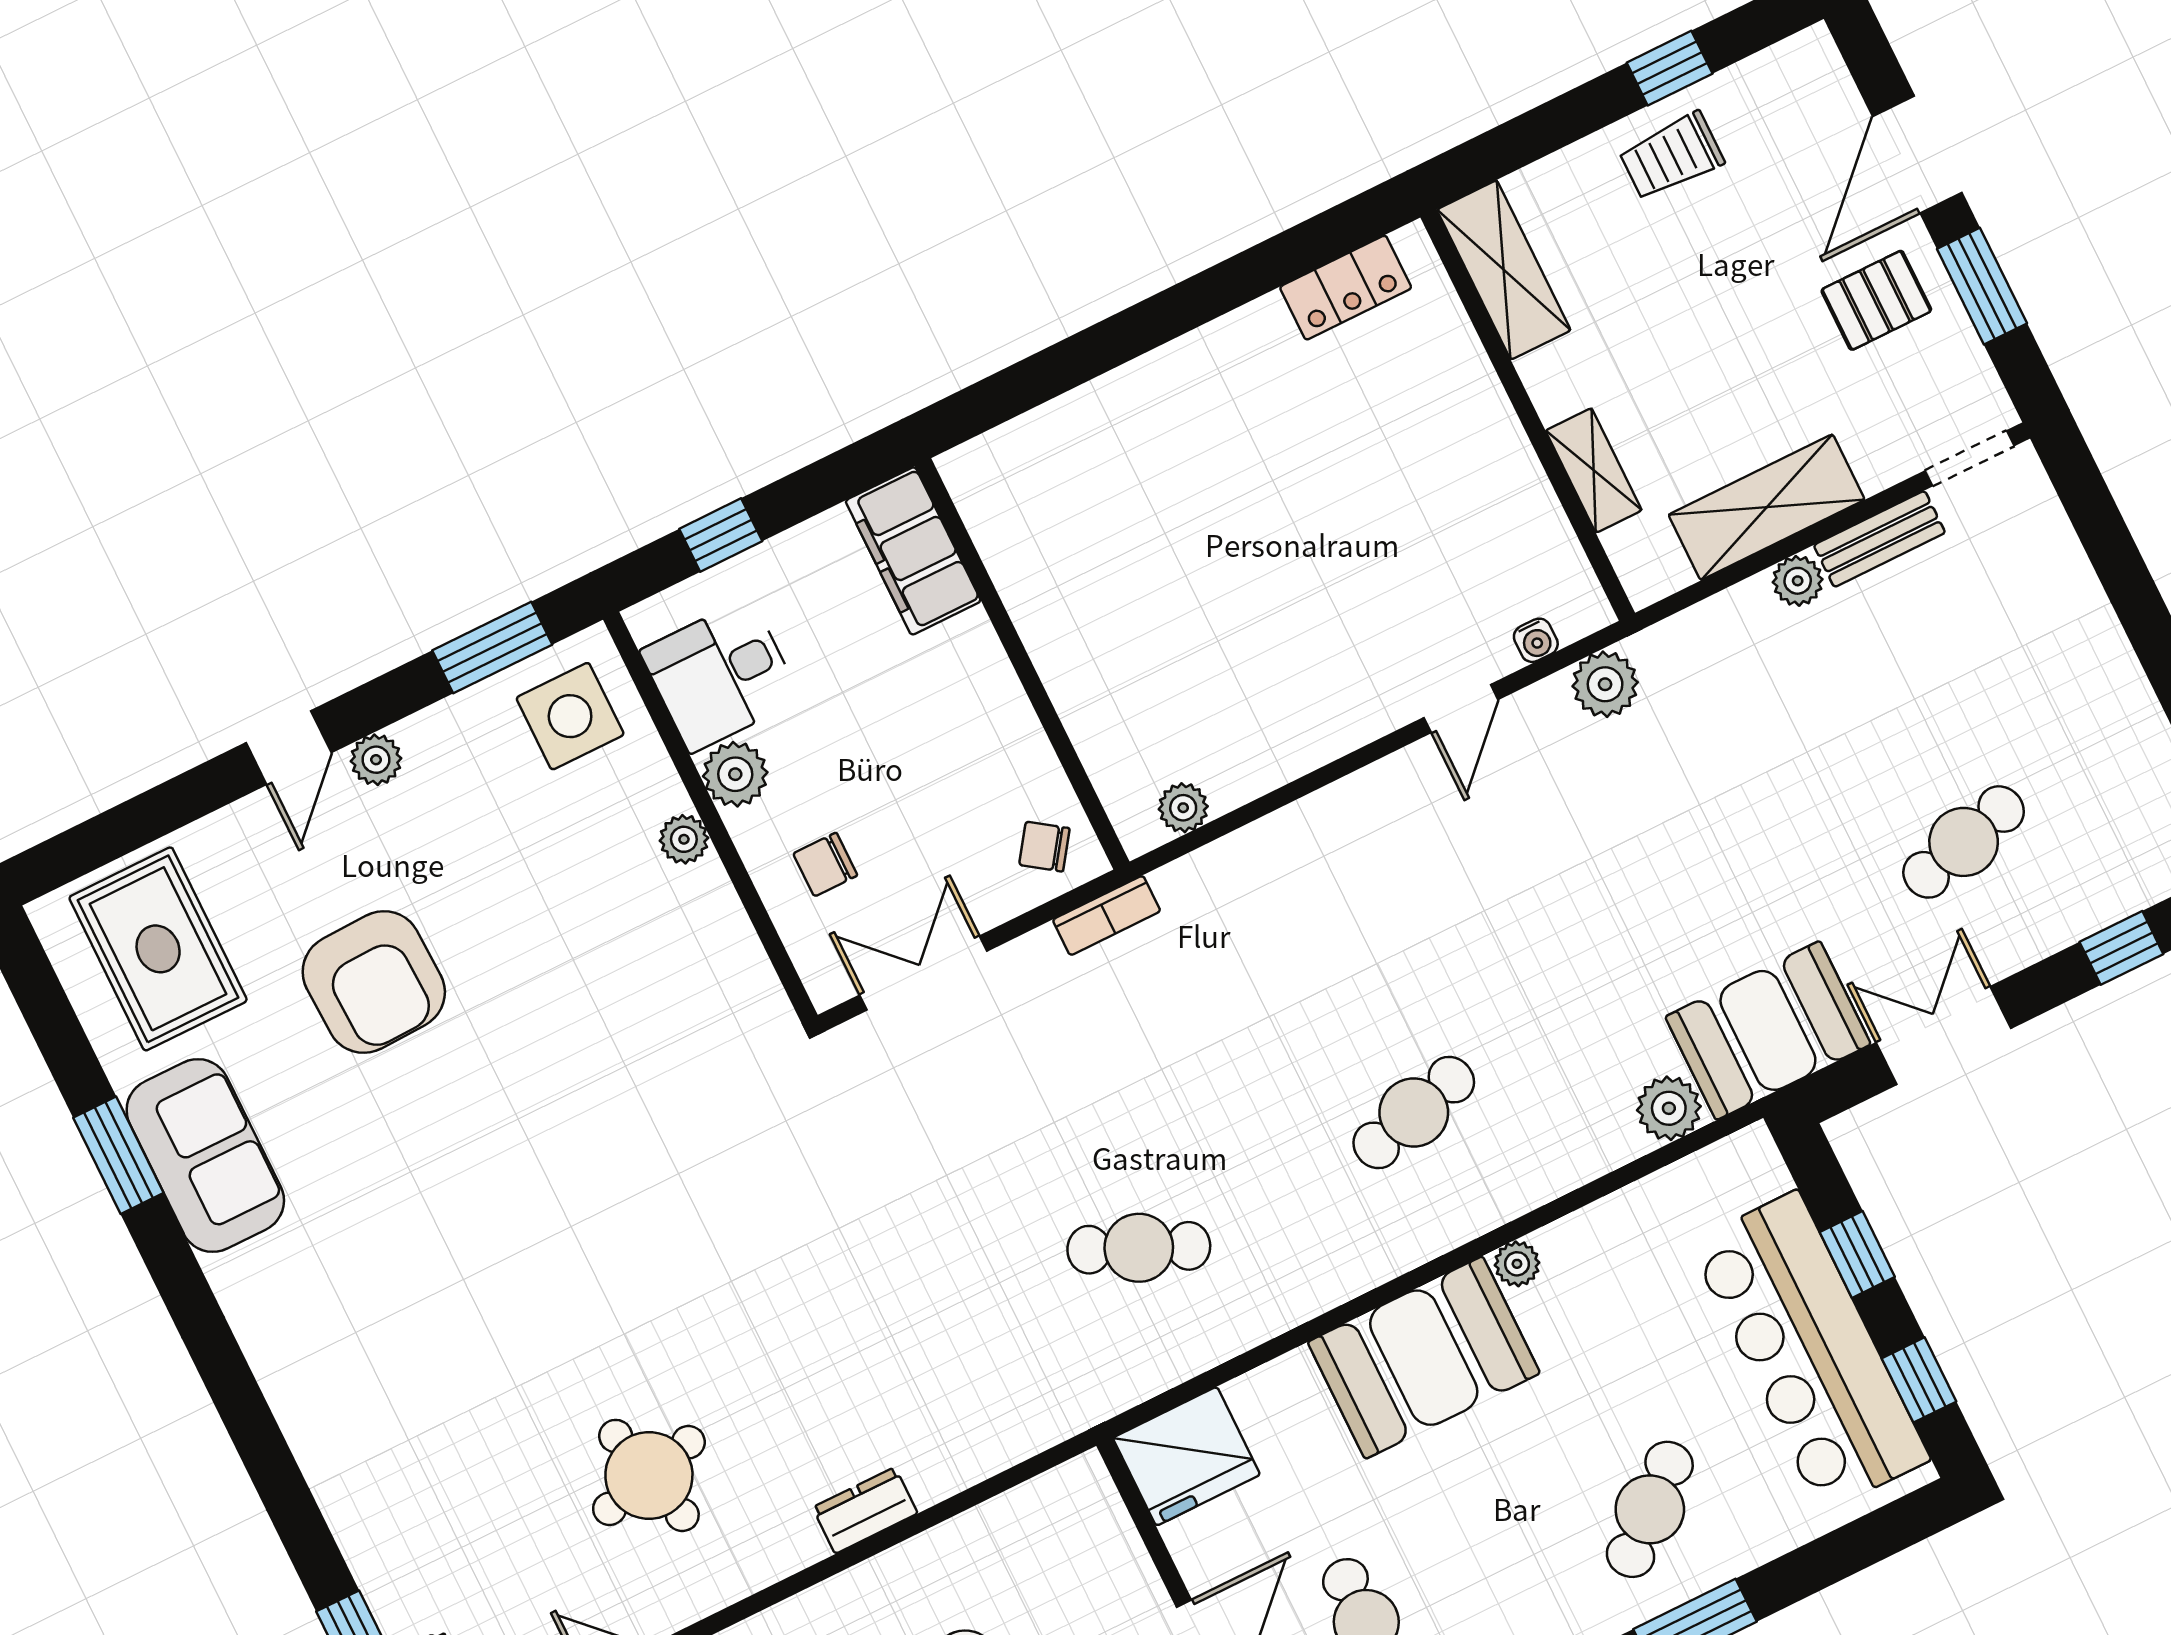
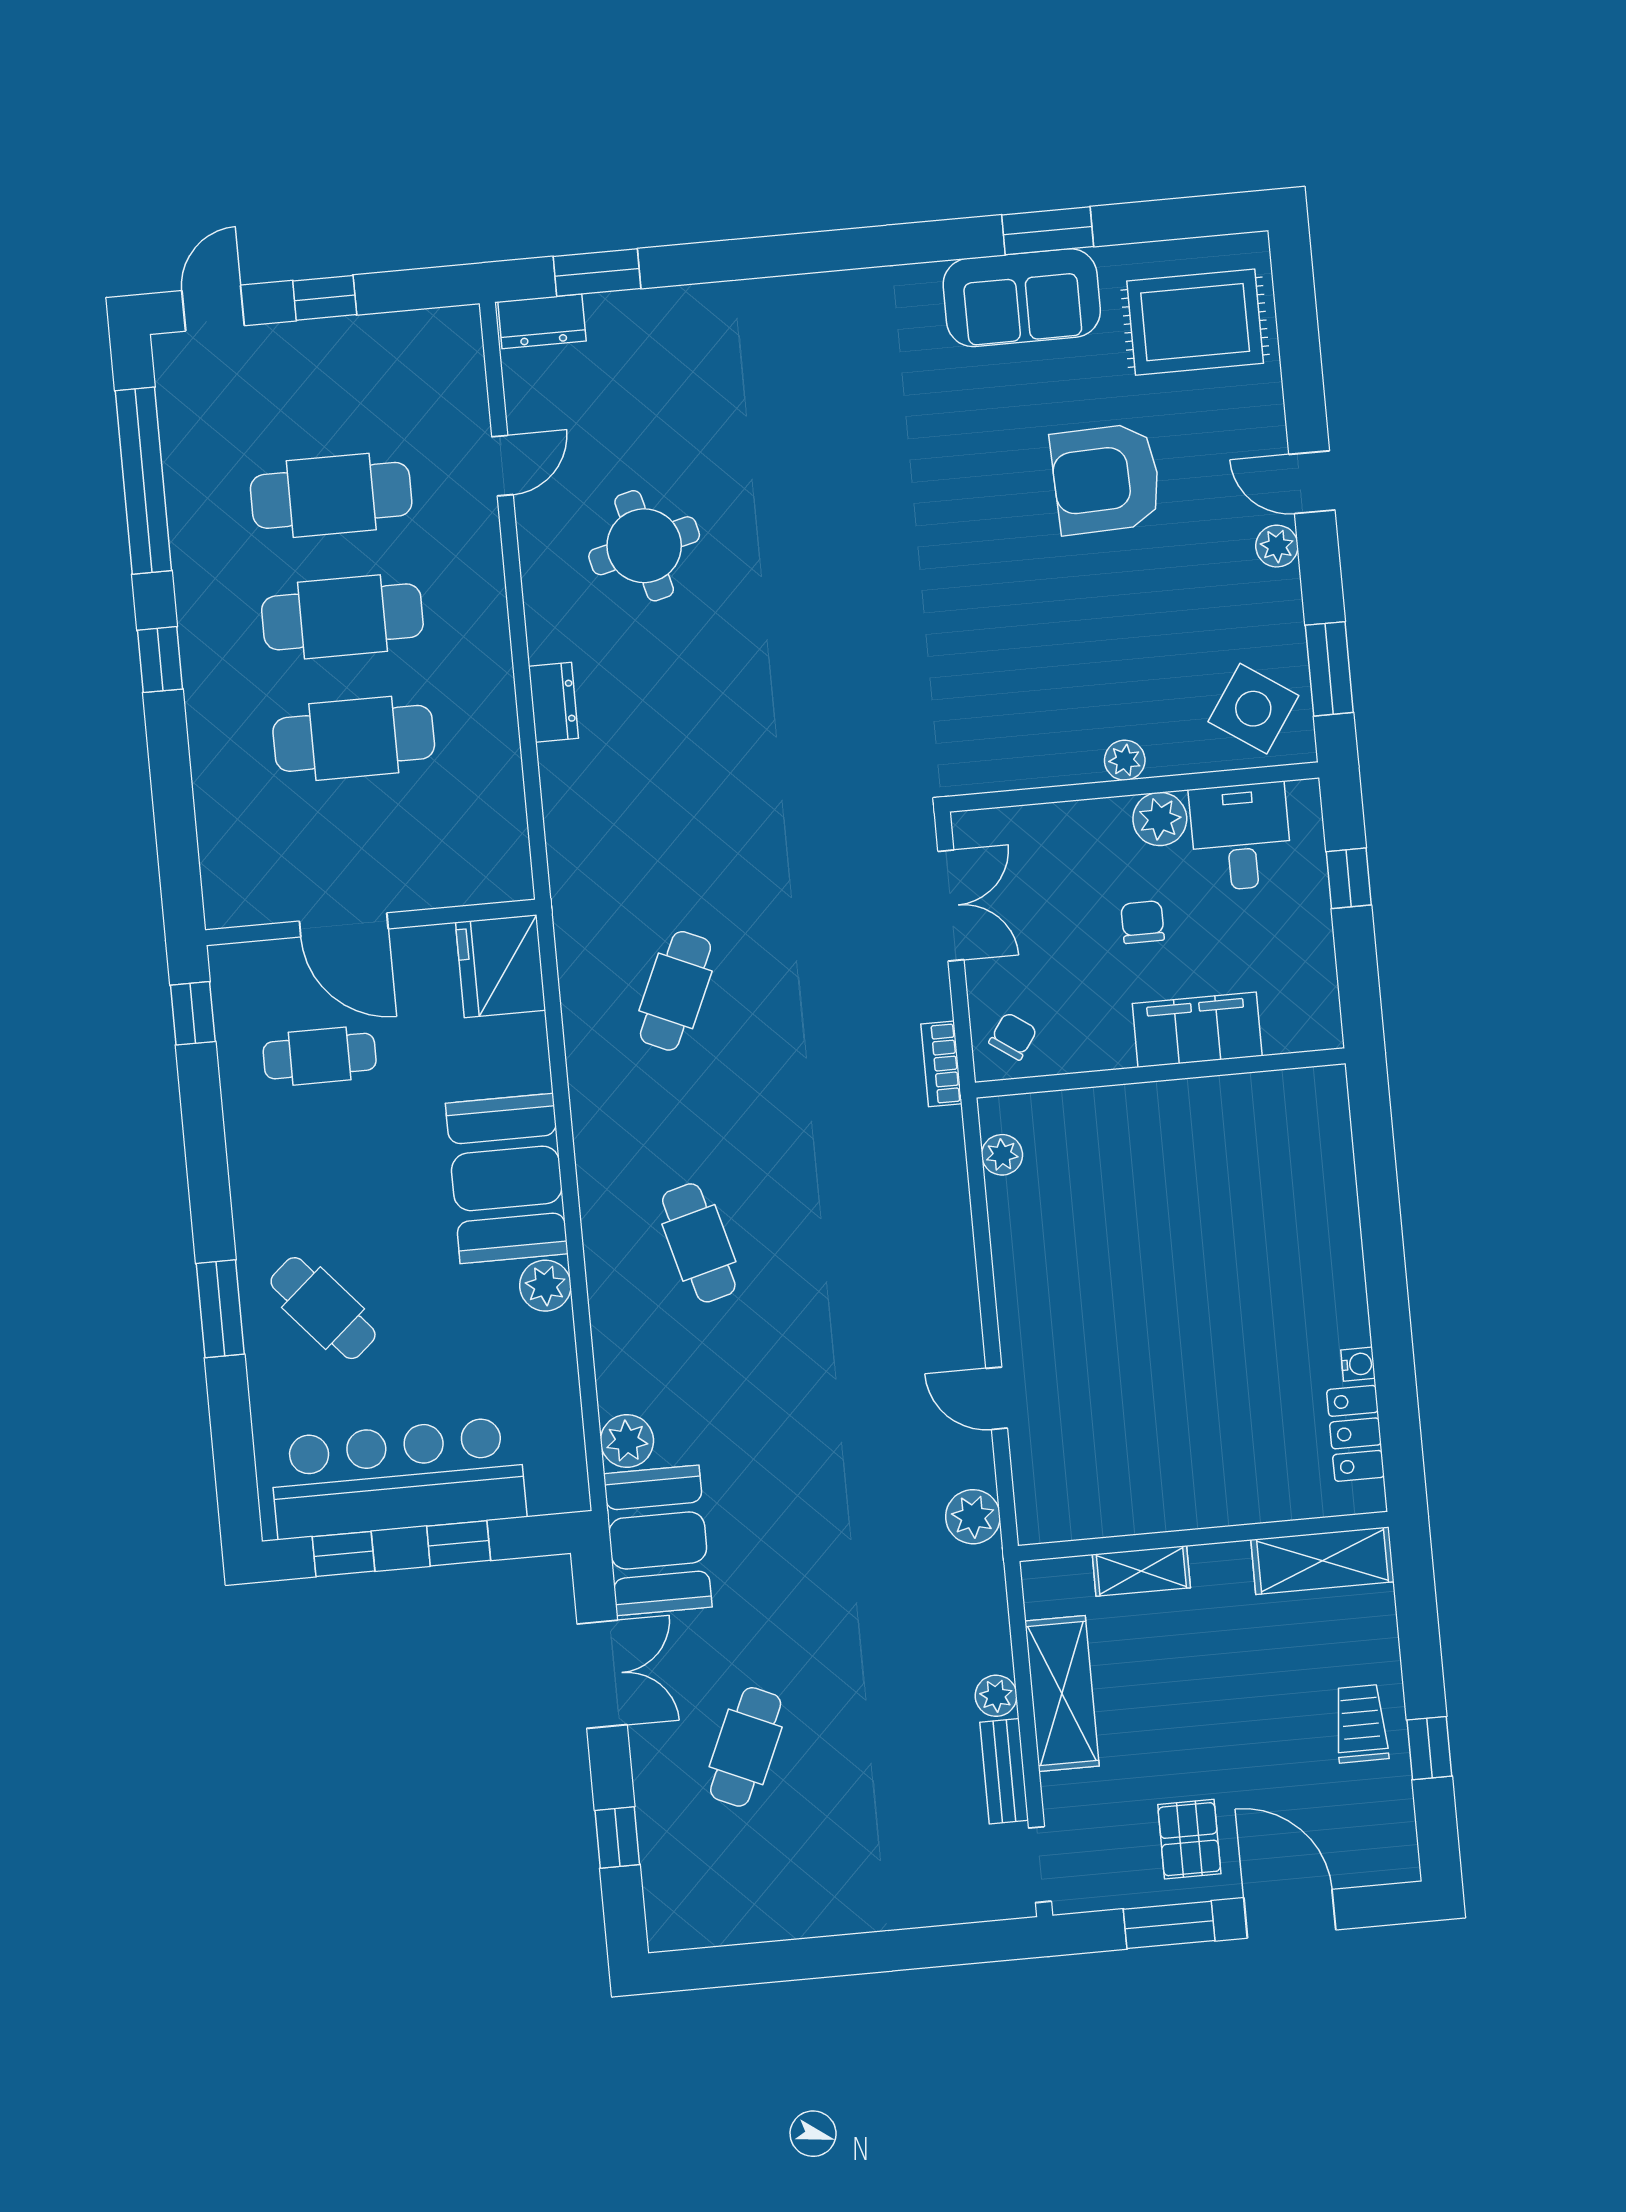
filing cabinet: (913, 551) -> (1197, 1030), moved
water cooler: (1536, 640) -> (1358, 1364), moved, turned 180
side table: (570, 716) -> (1253, 709), turned 34
cafe table: (1964, 842) -> (746, 1747), turned 39
chair: (825, 864) -> (1143, 922), moved
plant: (1517, 1264) -> (545, 1286), width x1.38, depth x1.38

